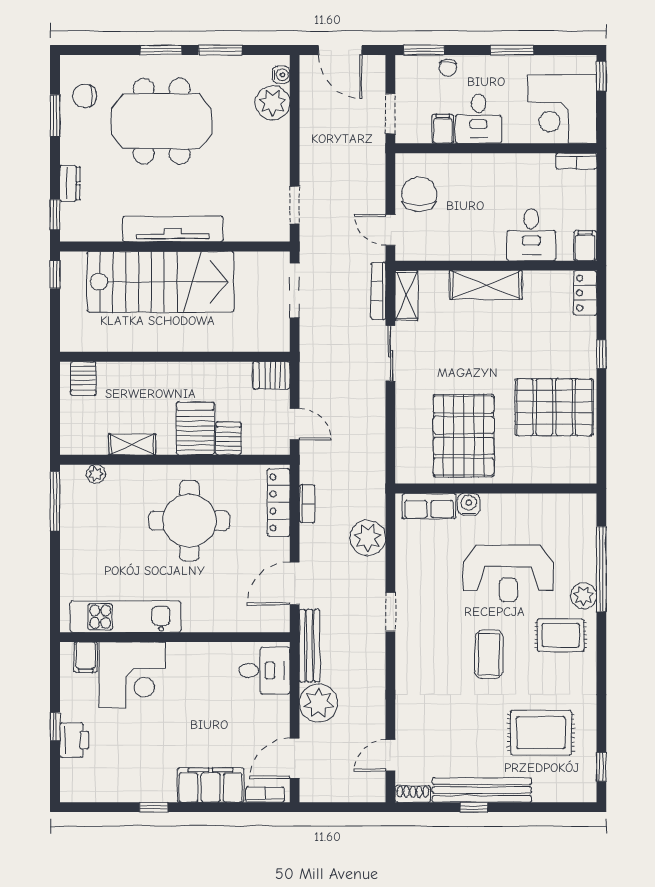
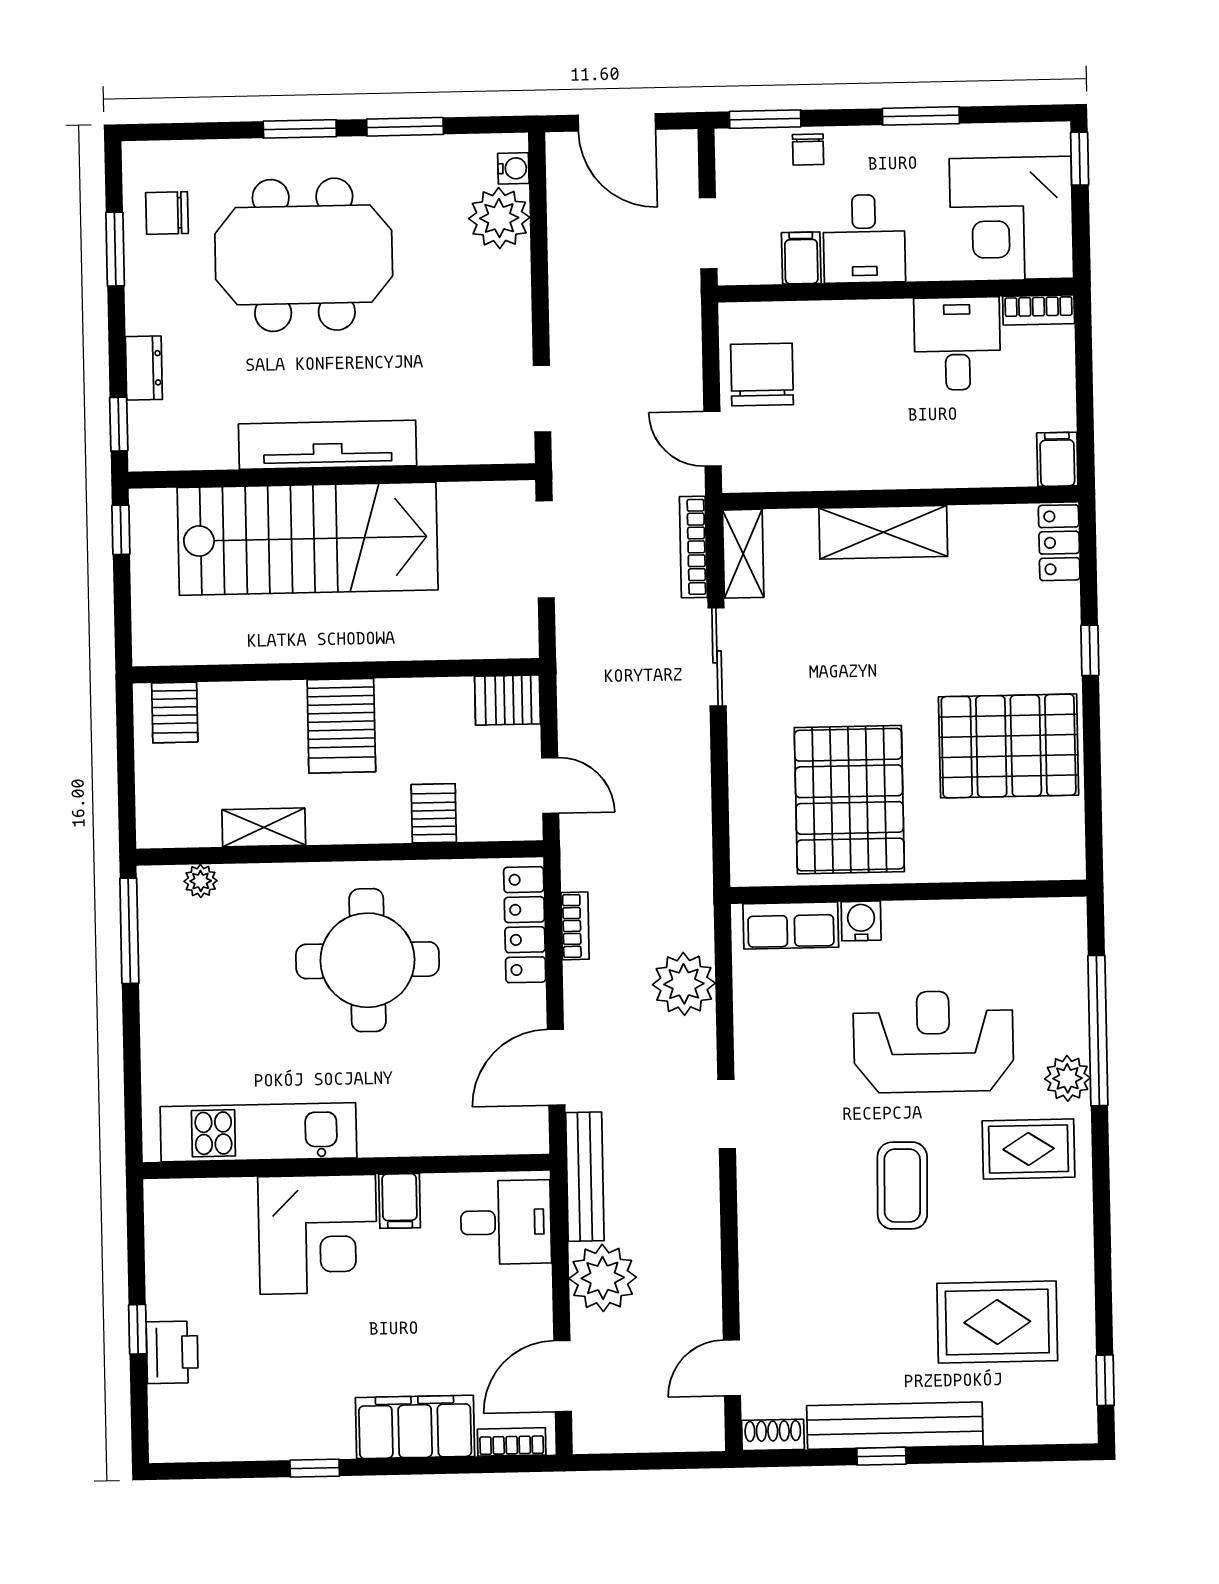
desk: (531, 235) -> (957, 344), moved, turned 180
server rack: (195, 429) -> (341, 726), moved, turned 180
reception desk: (508, 573) -> (933, 1042), turned 180
filing cabinet: (86, 657) -> (400, 1201), moved
corner desk: (132, 675) -> (318, 1234), moved

